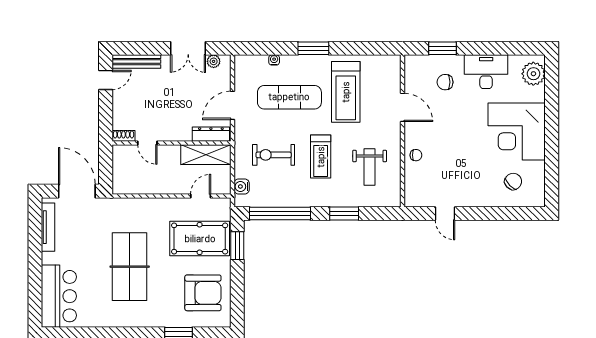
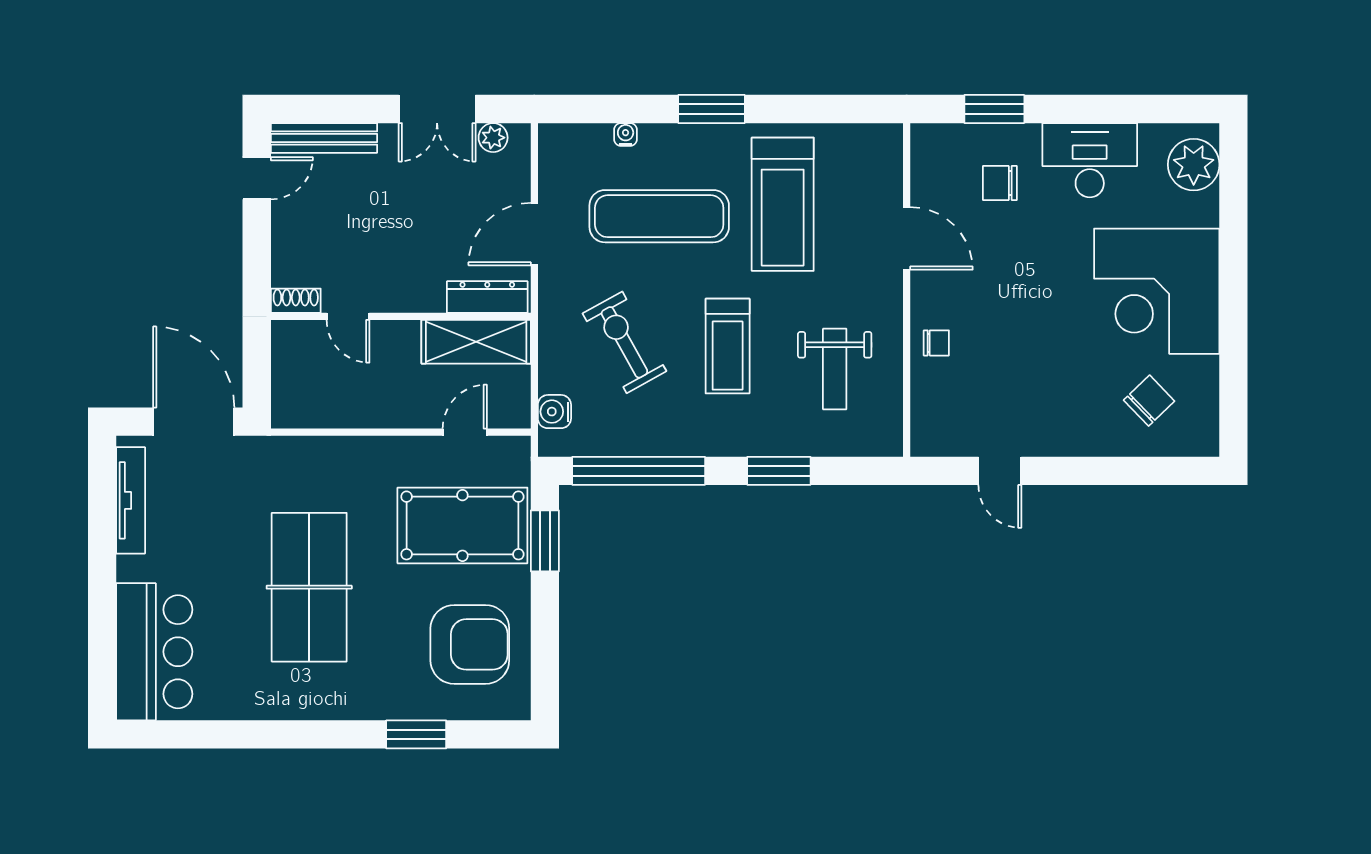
exercise bike: (274, 155) -> (624, 342), turned 61

